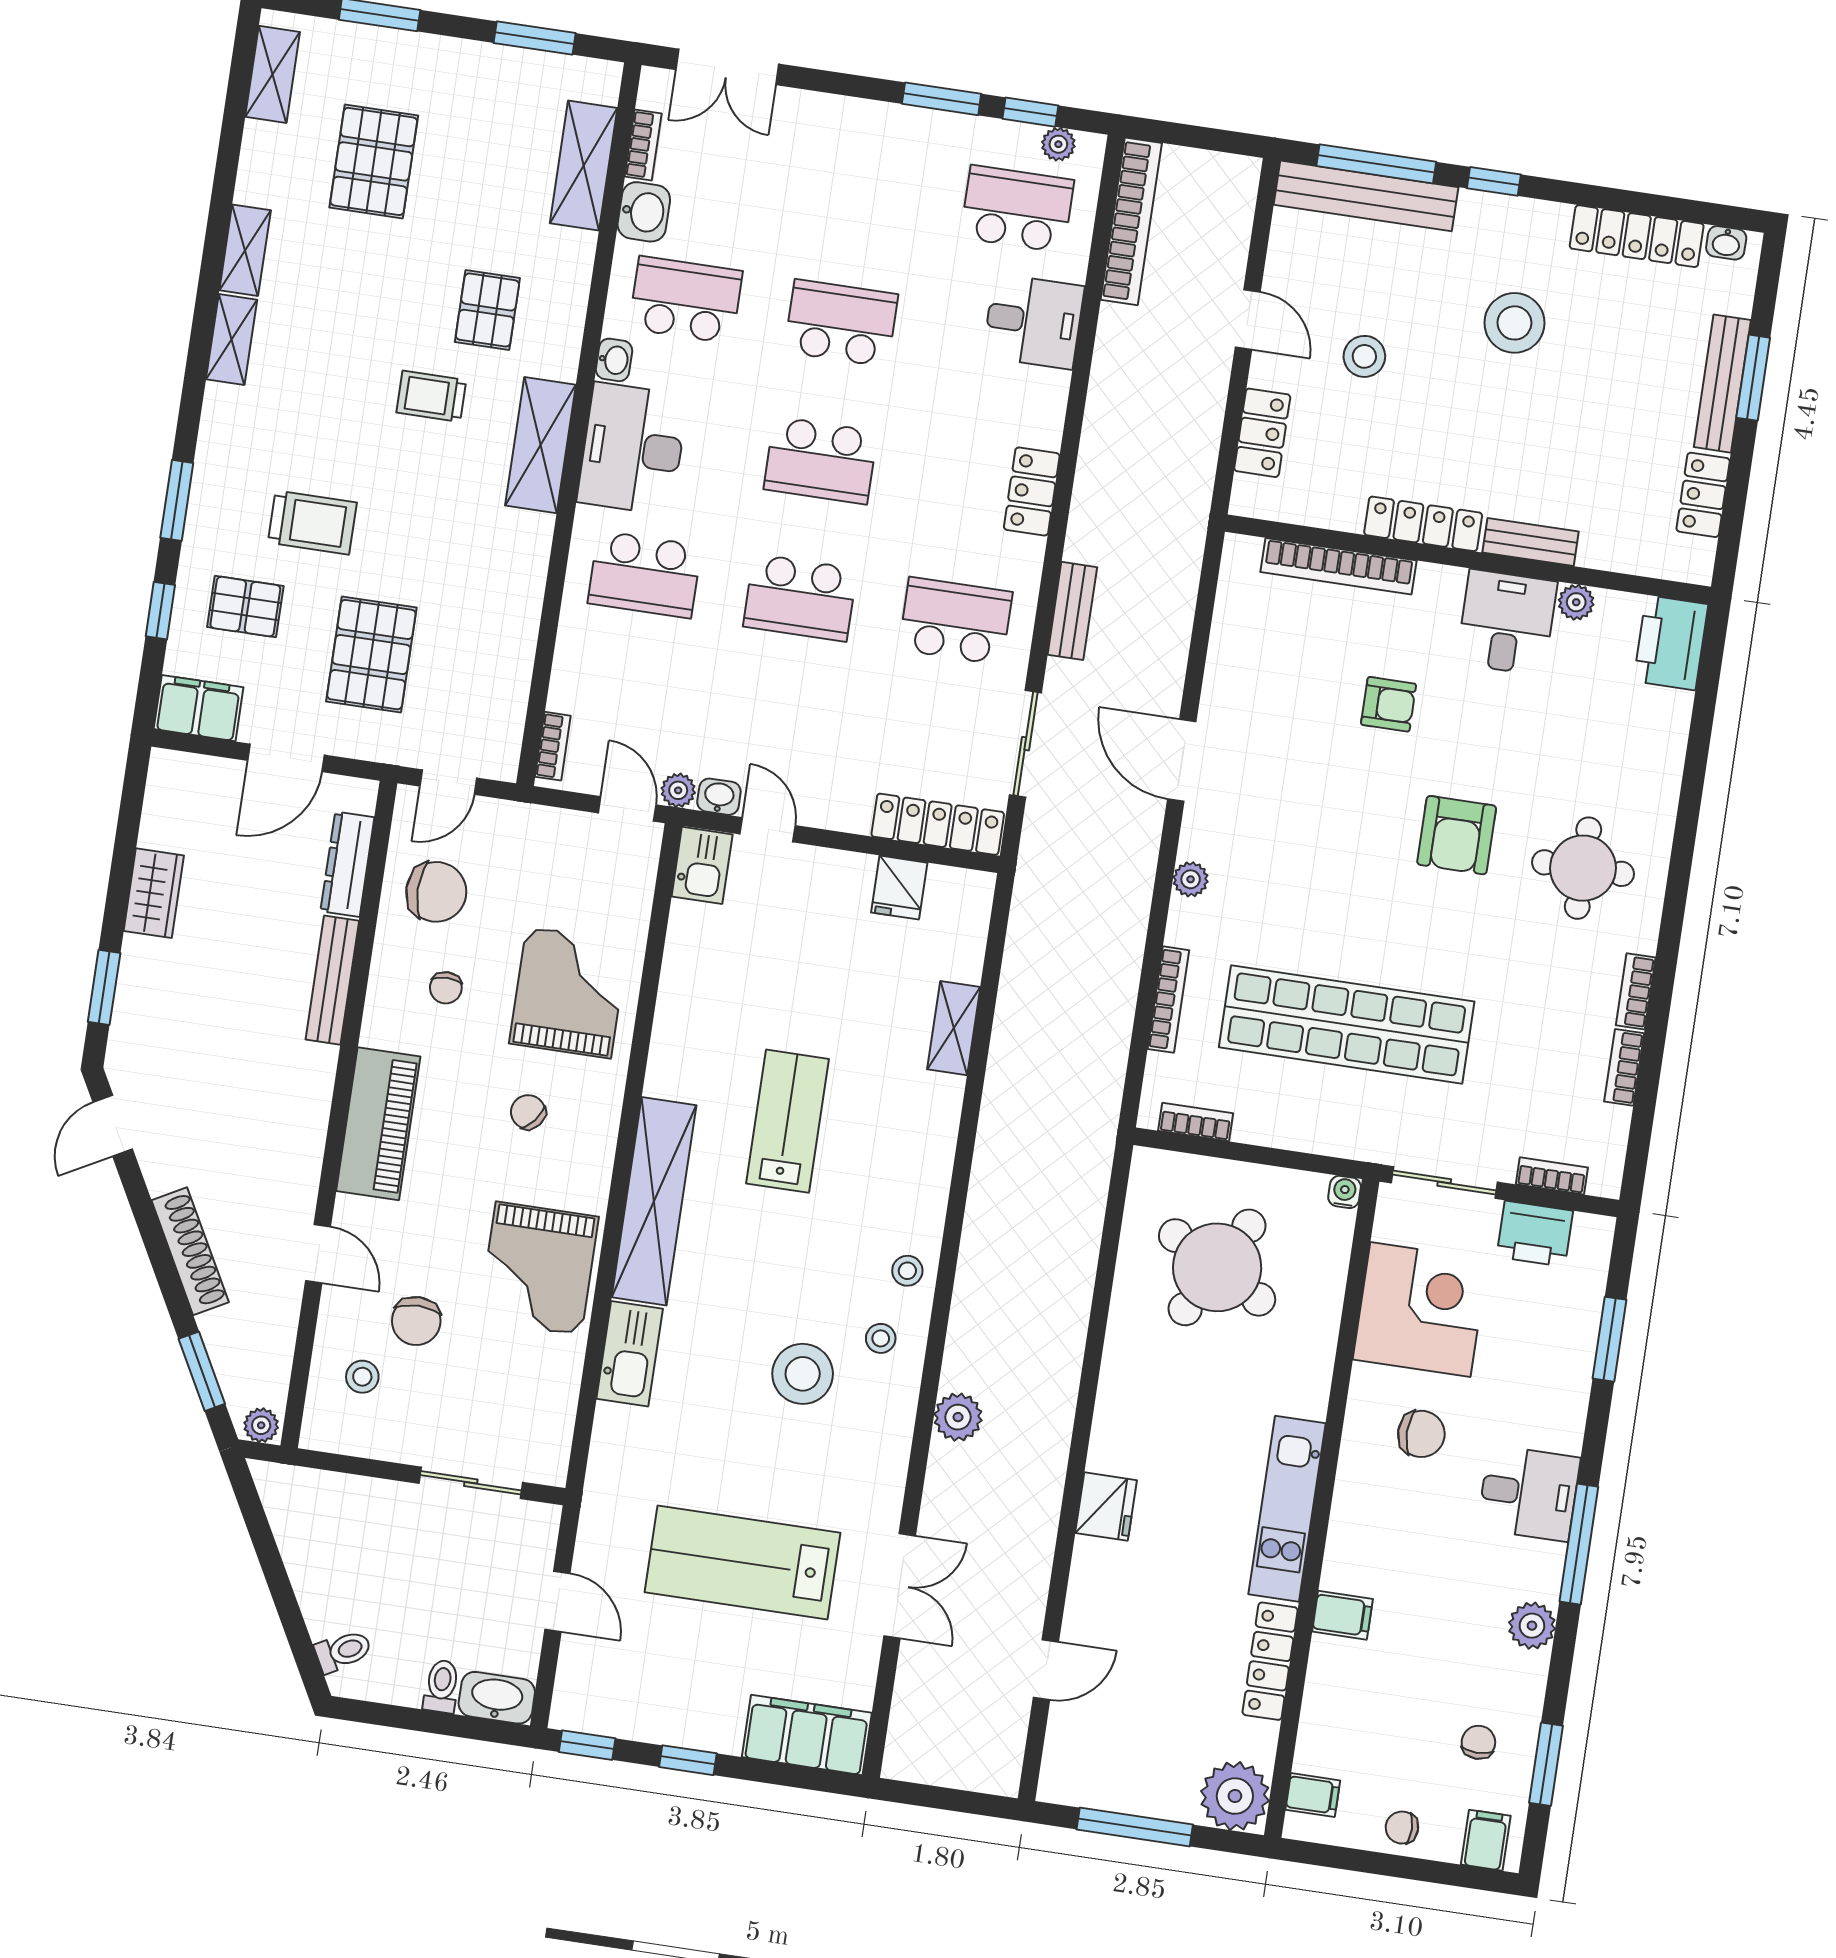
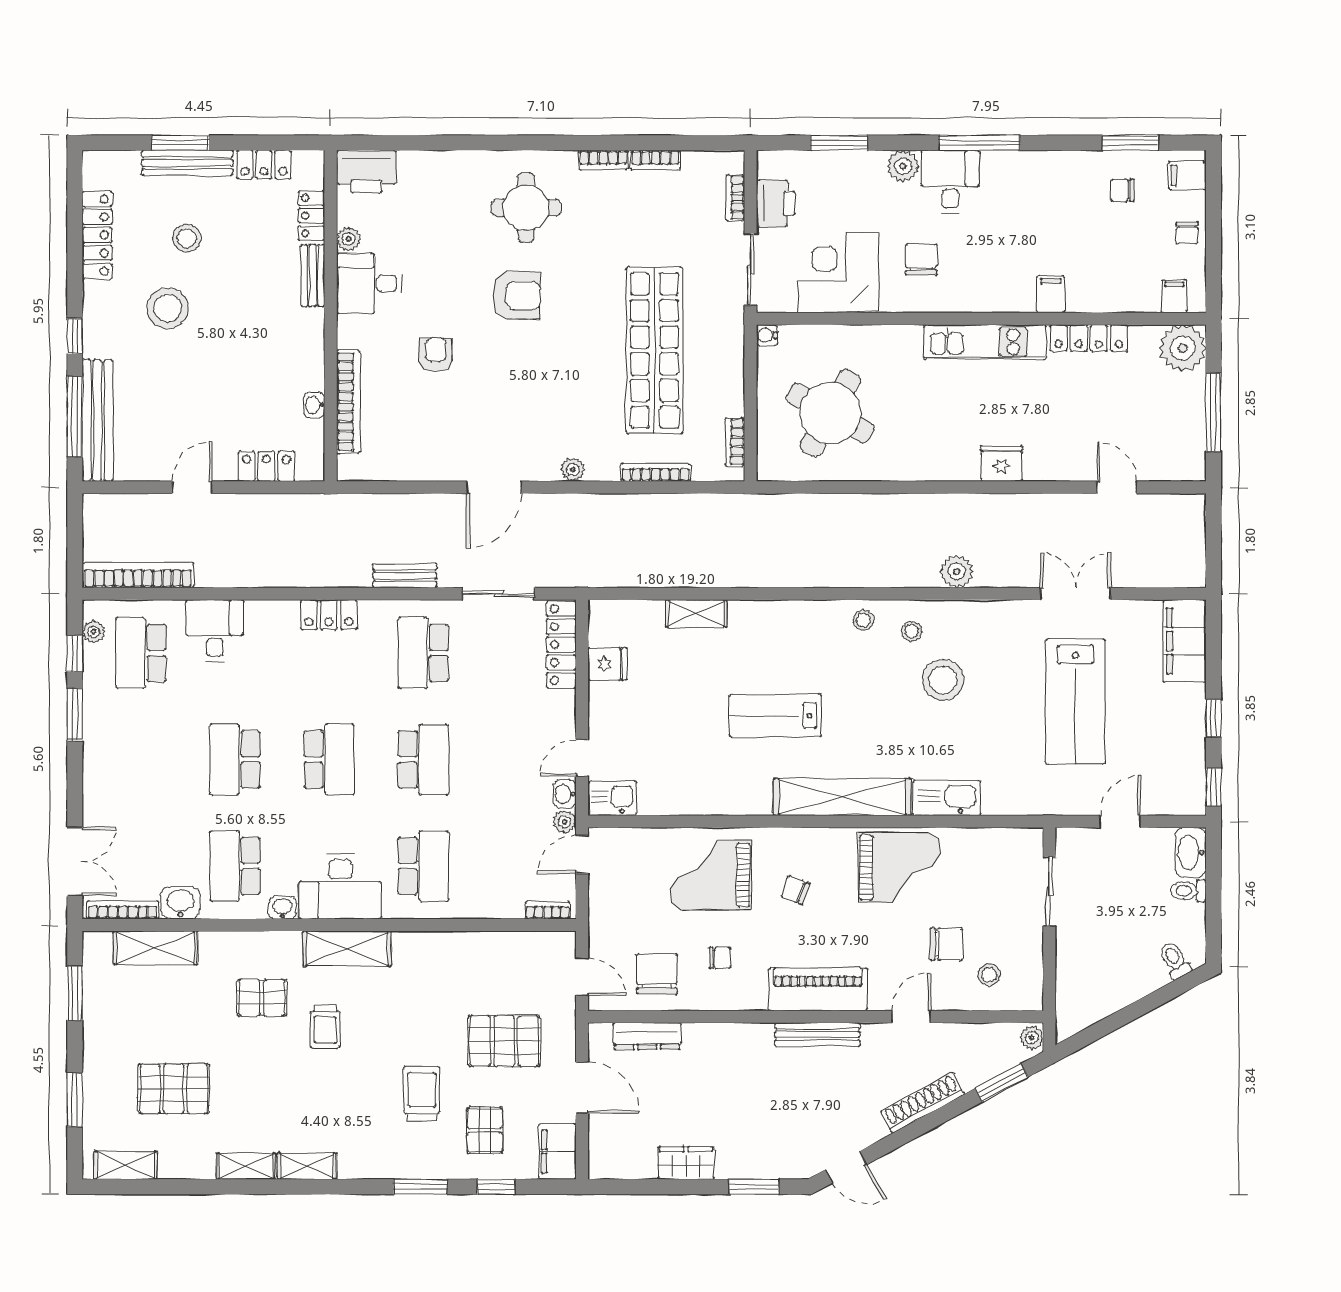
bookcase: (643, 145) -> (123, 910), width x1.56
washbasin: (1726, 243) -> (314, 405), moved, turned 180
stool: (1364, 356) -> (187, 238), moved
locker: (1423, 524) -> (311, 216), moved, width x0.66
bench: (332, 980) -> (817, 1035), moved
chair: (528, 1112) -> (795, 890), turned 71
plant: (1532, 1626) -> (903, 166), moved

